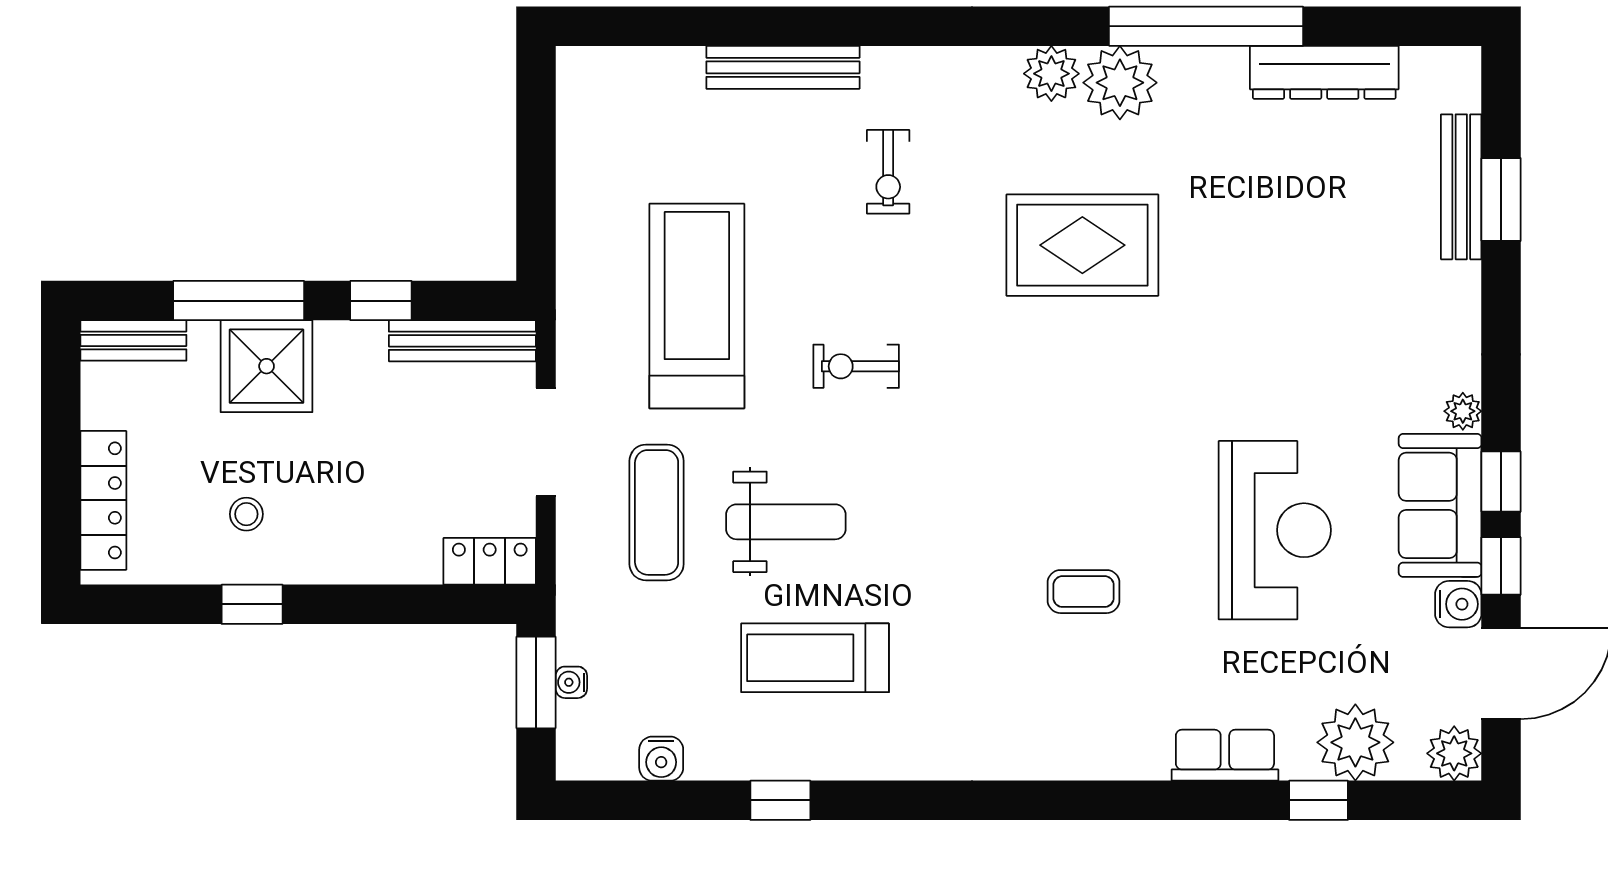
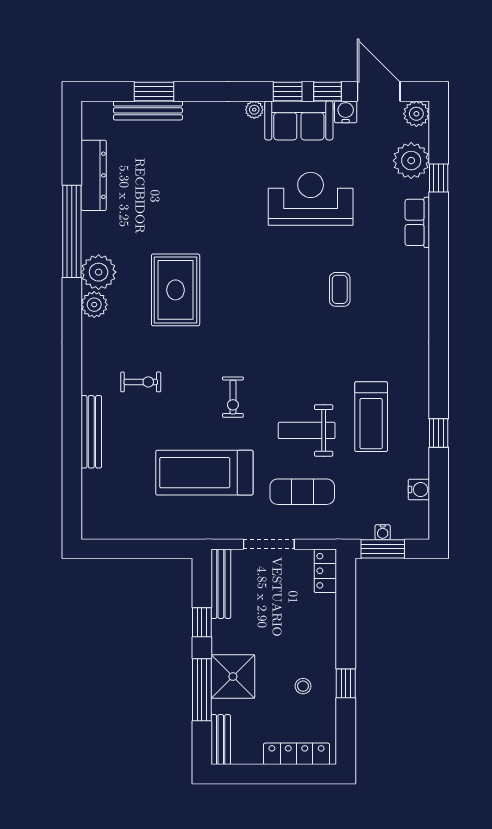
weight bench: (786, 522) -> (307, 430), turned -90

